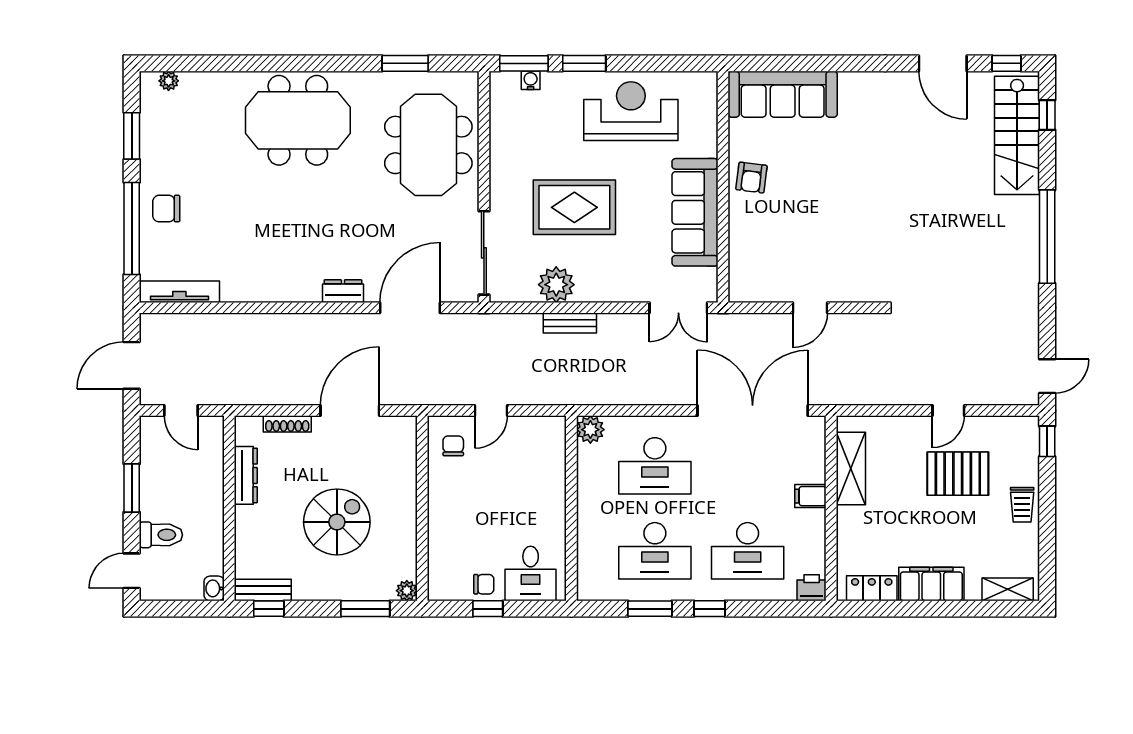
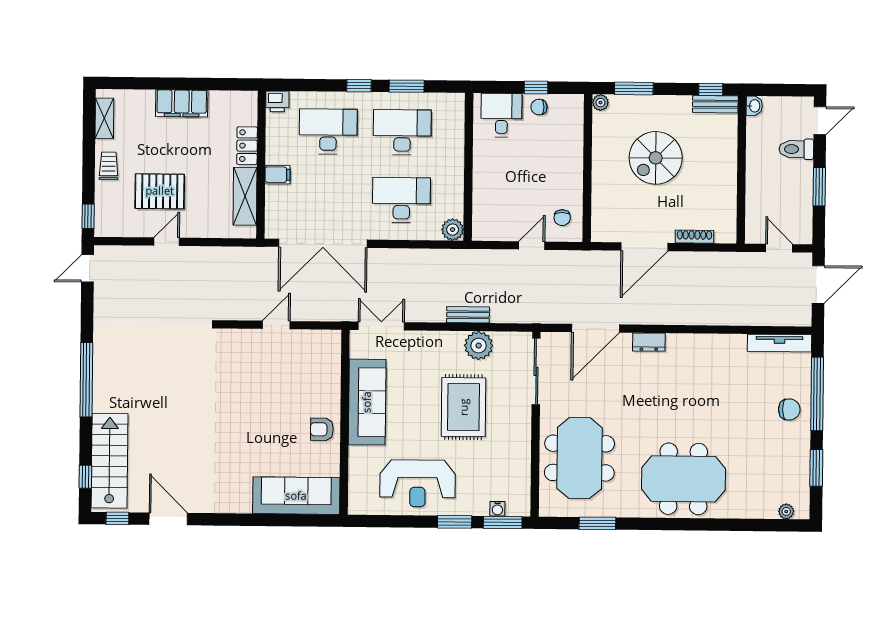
armchair: (751, 178) -> (322, 429), turned -97
rug: (574, 207) -> (464, 407), turned 90
dresser: (246, 475) -> (728, 196), removed
locker: (872, 588) -> (247, 146), moved, turned 90
shelving: (1008, 589) -> (104, 118), moved, turned 90

